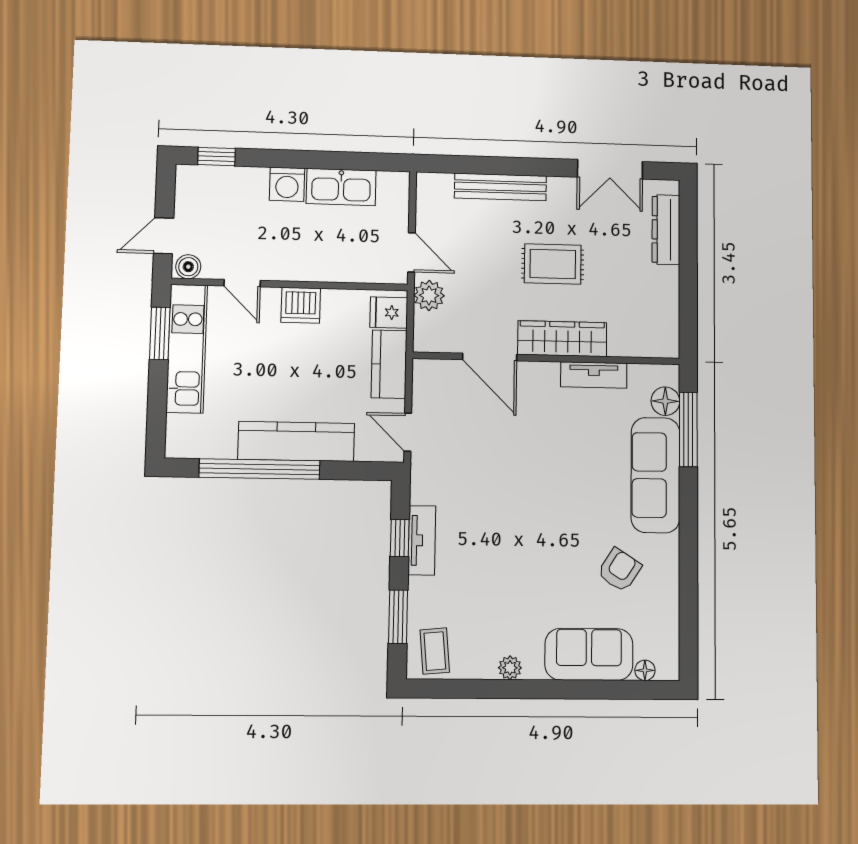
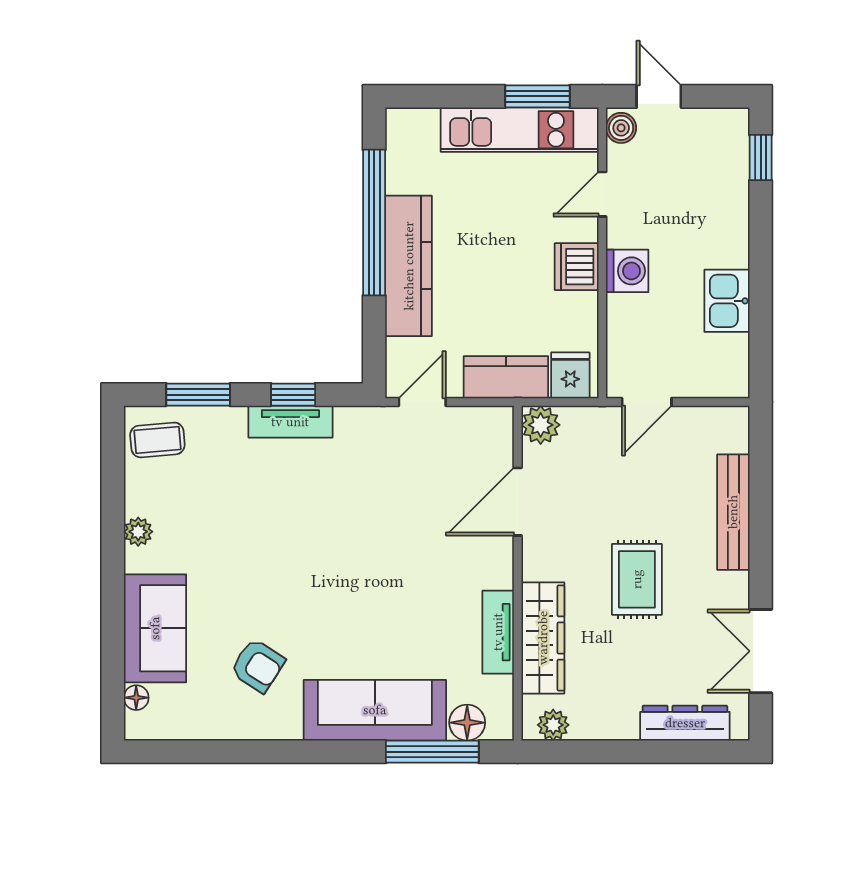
washing machine: (287, 184) -> (627, 271), moved, turned 180
kitchen sink: (341, 187) -> (727, 301), width x0.73
plant: (429, 295) -> (541, 425), moved
plant: (667, 333) -> (553, 725), added
wardrobe: (562, 339) -> (543, 638), moved

